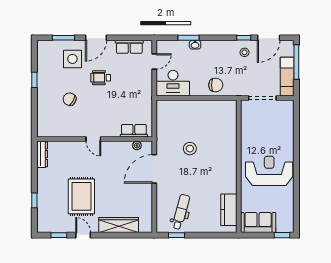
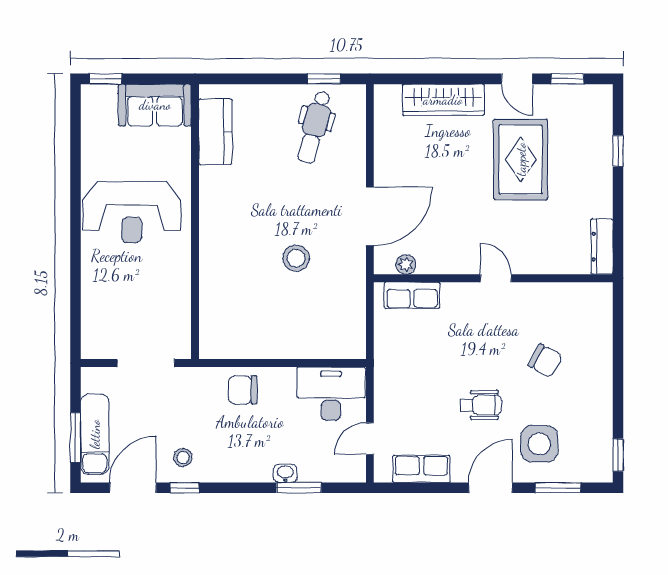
window: (296, 62) -> (75, 438), width x0.69
exam couch: (287, 77) -> (95, 434), moved
window: (34, 80) -> (618, 455), moved

